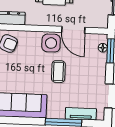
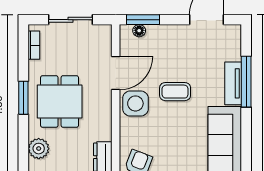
tv unit: (81, 114) -> (233, 83), moved

